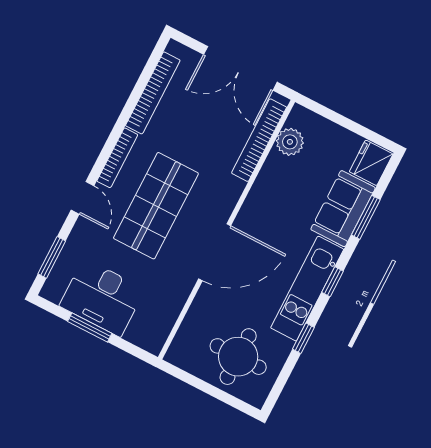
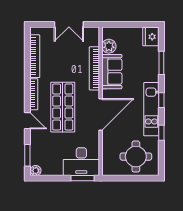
double door: (240, 68) -> (69, 24), width x0.73
bookcase: (259, 140) -> (94, 68), moved
sofa: (343, 209) -> (112, 72), moved, turned 180
plant: (53, 291) -> (36, 171), added
desk: (102, 298) -> (81, 162), moved
window: (90, 327) -> (83, 178), moved

